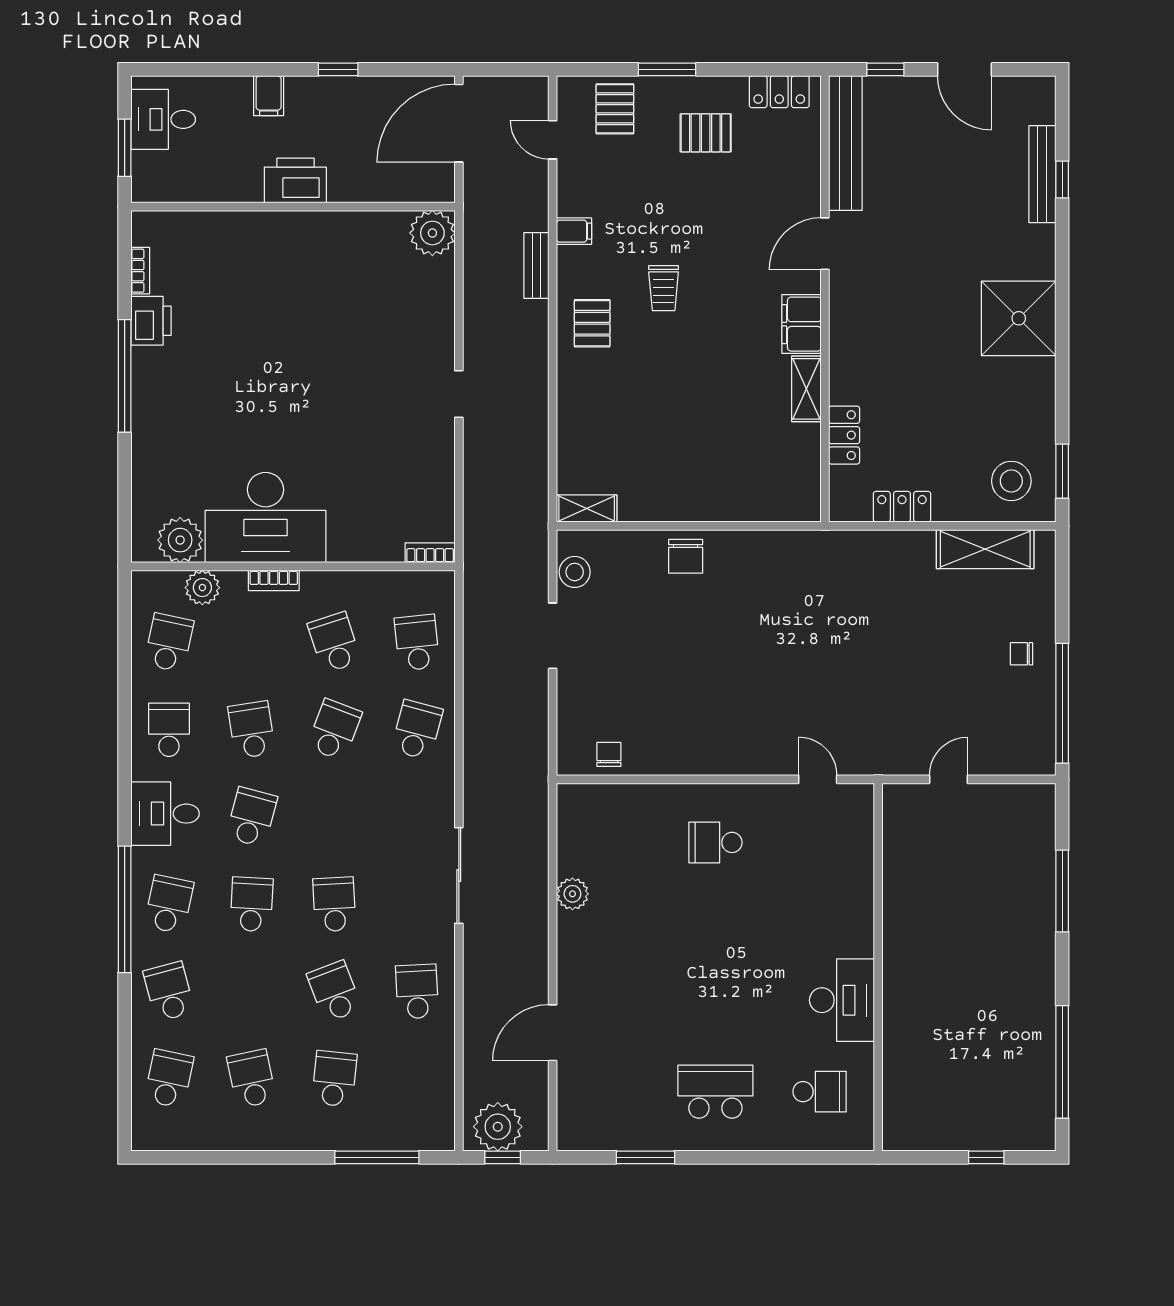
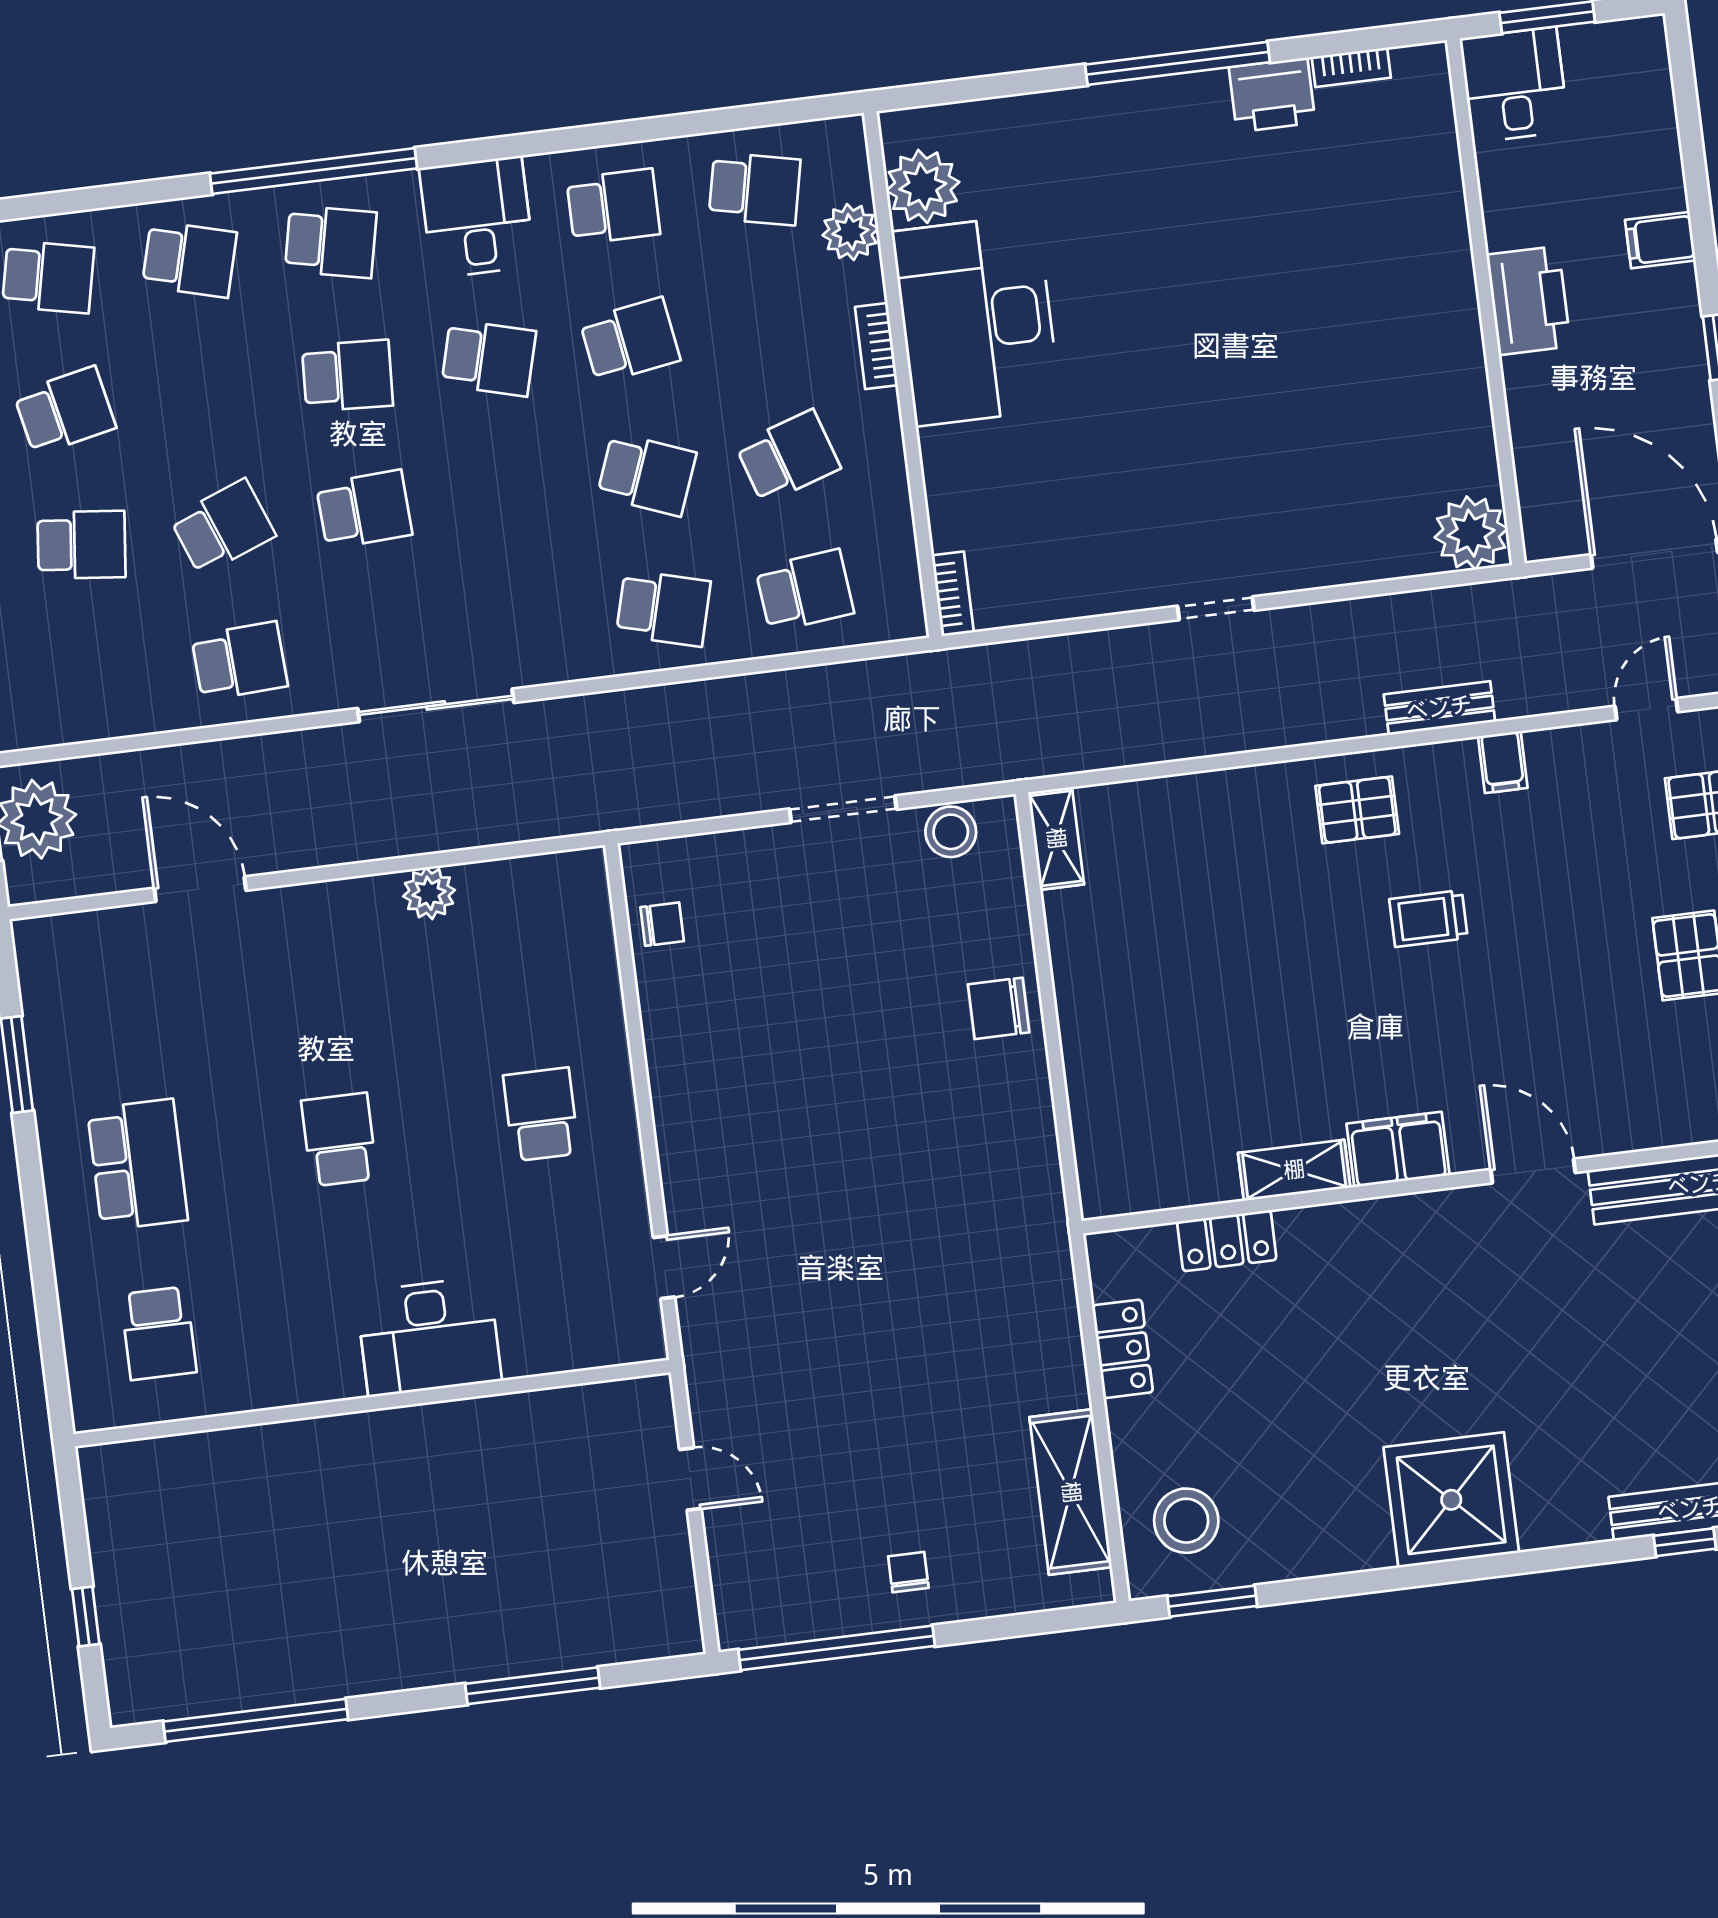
desk: (163, 119) -> (1514, 85), moved
school desk: (715, 967) -> (339, 1140), added
school desk: (169, 991) -> (189, 259), turned 30
desk: (842, 1000) -> (429, 1336), moved

